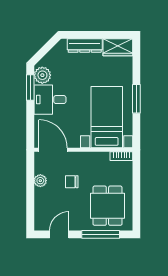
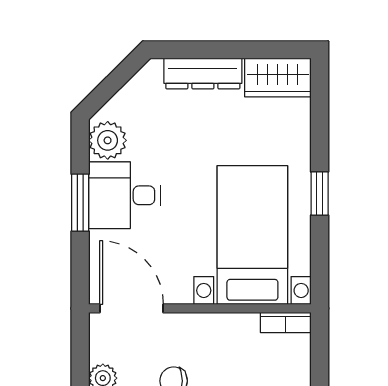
window: (30, 88) -> (80, 203), moved
window: (136, 99) -> (320, 194), width x0.67

